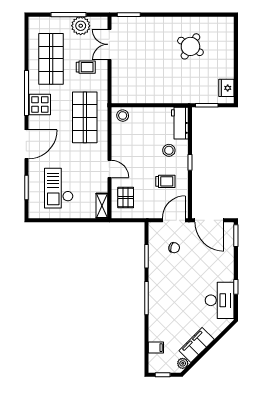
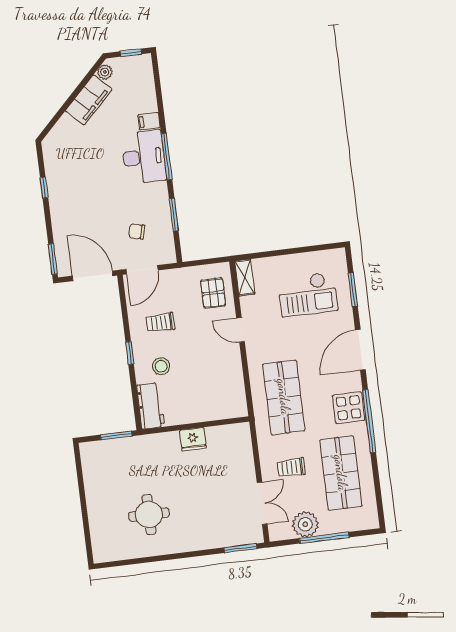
round table: (190, 46) -> (149, 515), turned -32
fridge: (226, 88) -> (193, 439), moved, turned 90
stool: (123, 116) -> (231, 407), removed
checkout: (59, 188) -> (308, 294), turned 90
desk: (220, 300) -> (144, 157), moved, turned 180
filing cabinet: (156, 348) -> (149, 121), moved

